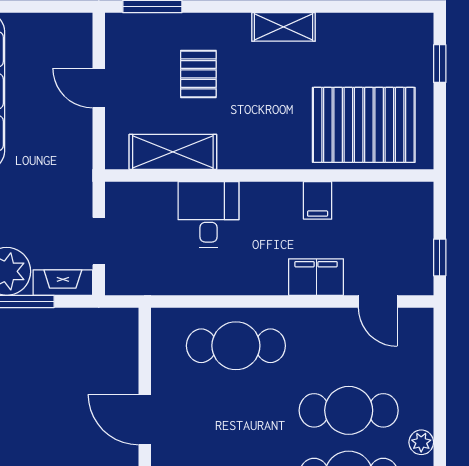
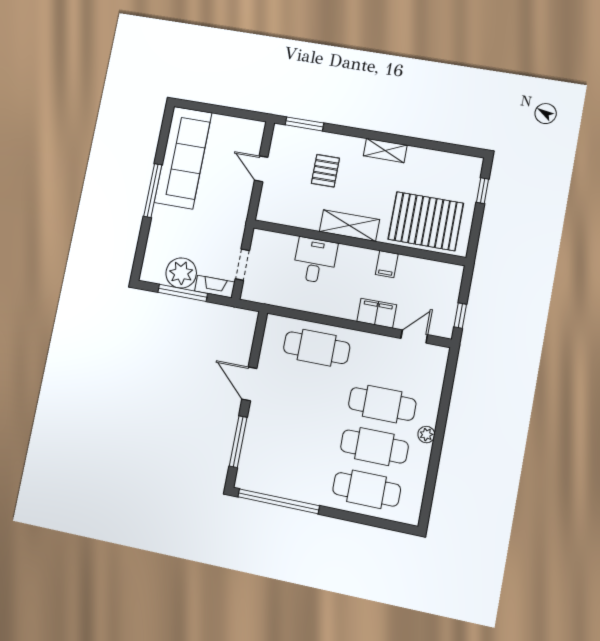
shelving: (173, 152) -> (349, 226), moved
door: (378, 301) -> (414, 337), swing flipped

